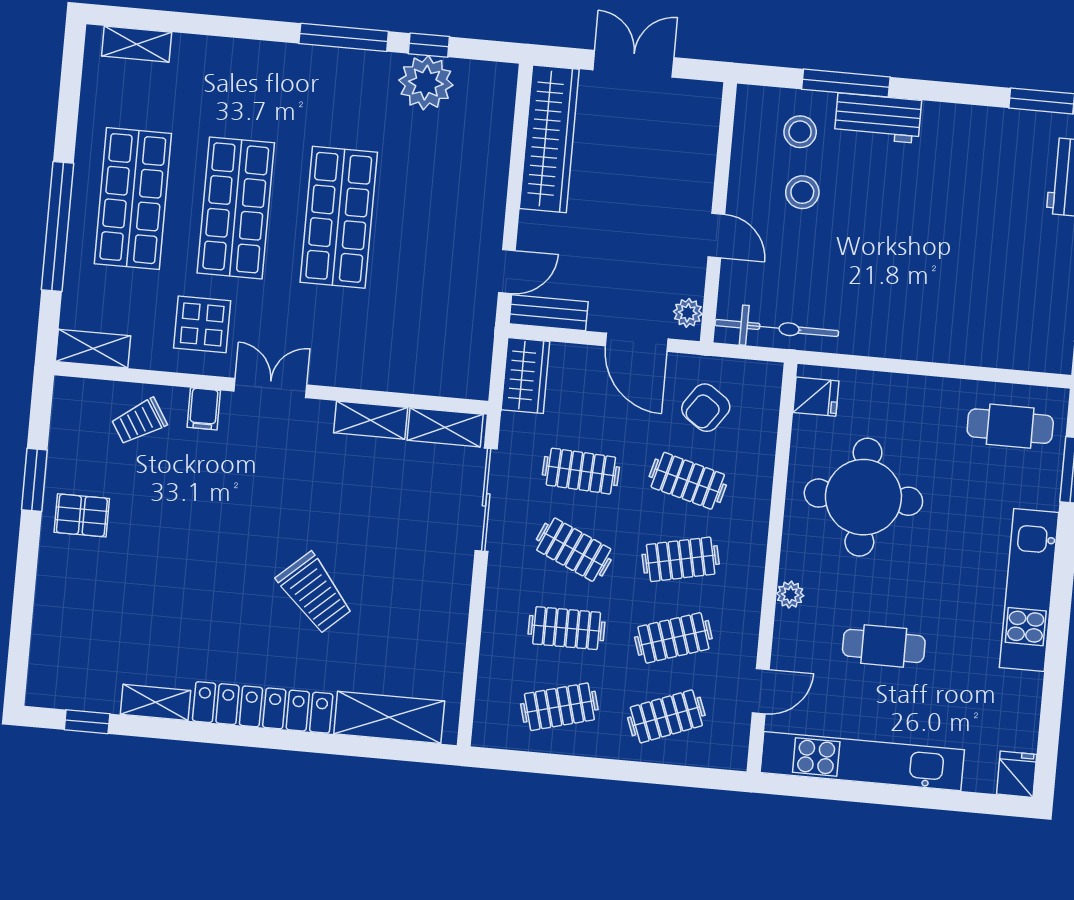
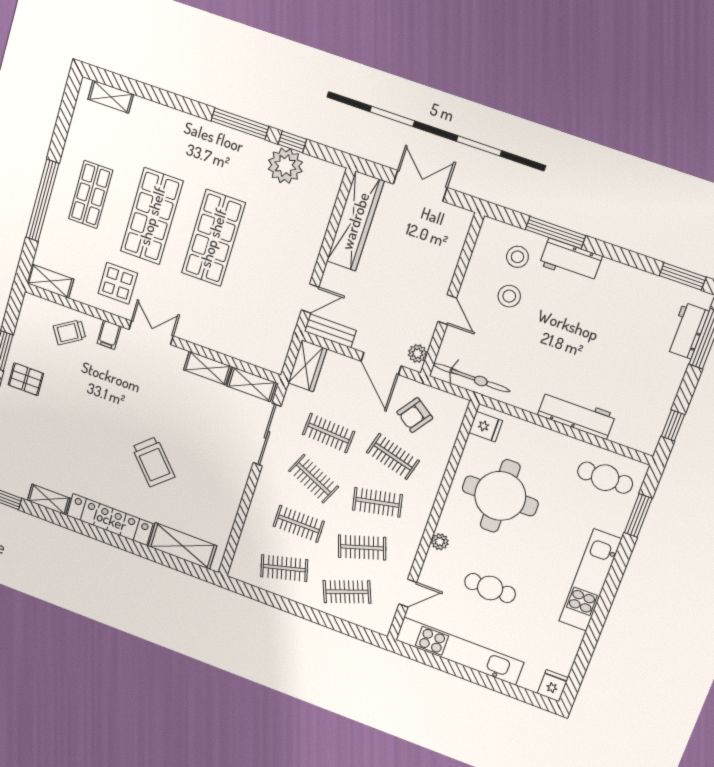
shop shelf: (133, 199) -> (91, 194), width x0.70, depth x0.74
workbench: (944, 343) -> (576, 415), added

